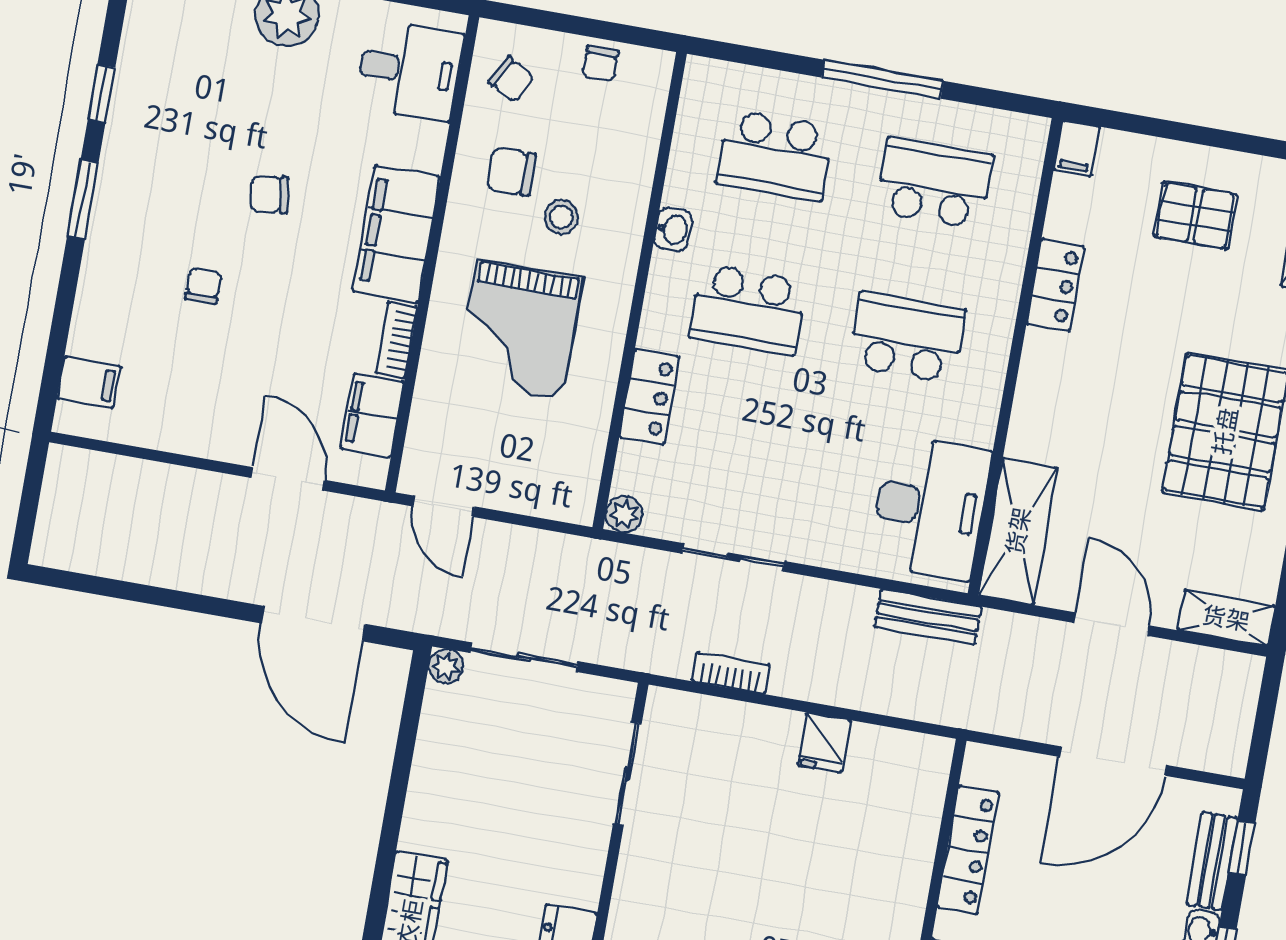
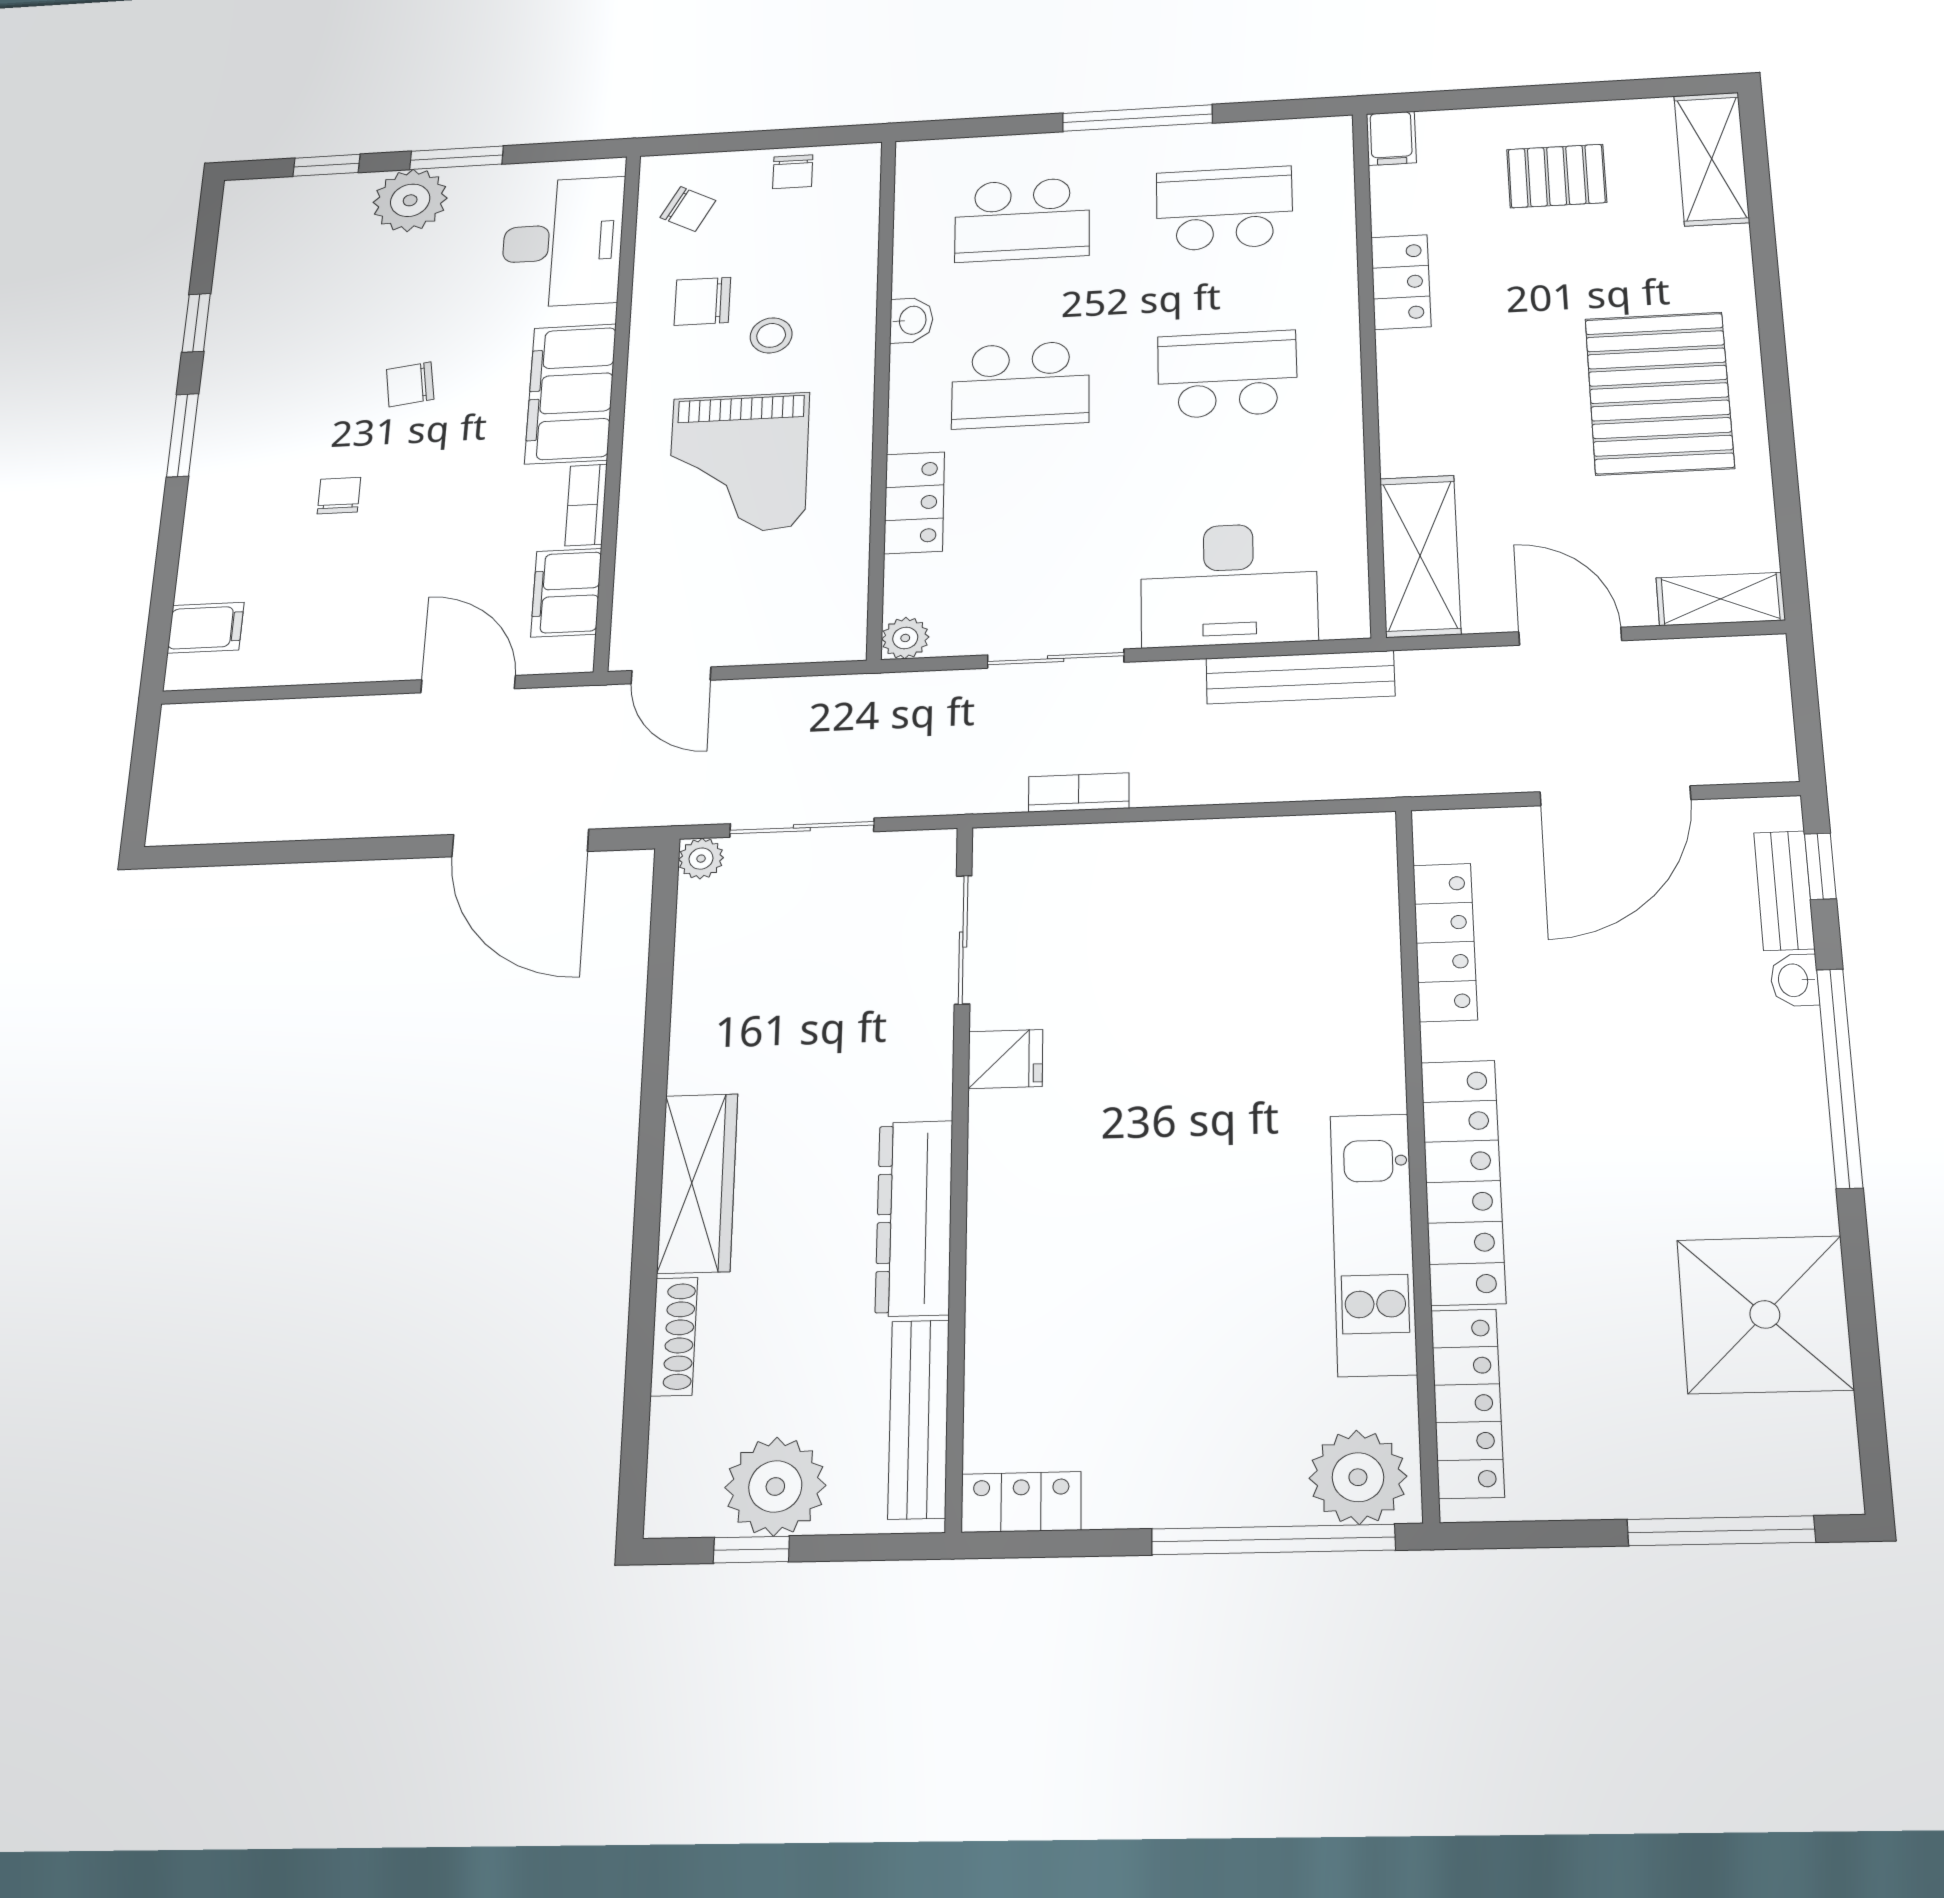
desk: (409, 70) -> (563, 242), width x1.37
desk: (930, 507) -> (1229, 585), moved, turned 90
bench: (928, 617) -> (1300, 677), width x1.36
fridge: (824, 743) -> (1005, 1059), moved, turned -90

